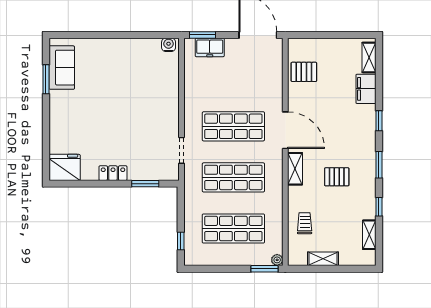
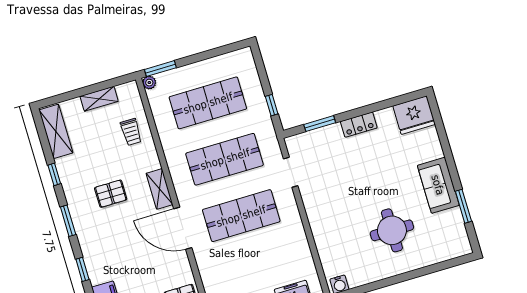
sofa: (62, 68) -> (438, 185), moved
round table: (111, 77) -> (392, 230), added
shelving: (369, 235) -> (56, 131), width x1.50, depth x1.33
window: (181, 241) -> (272, 105), moved

